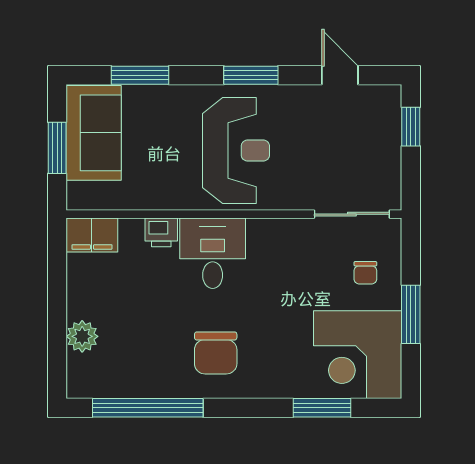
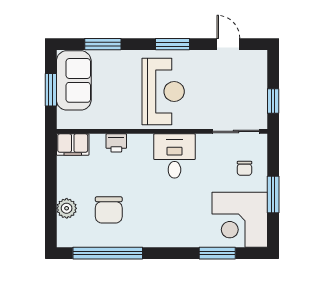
window: (411, 127) -> (273, 101), moved
desk: (213, 253) -> (174, 156), moved
chair: (216, 353) -> (109, 210), moved

